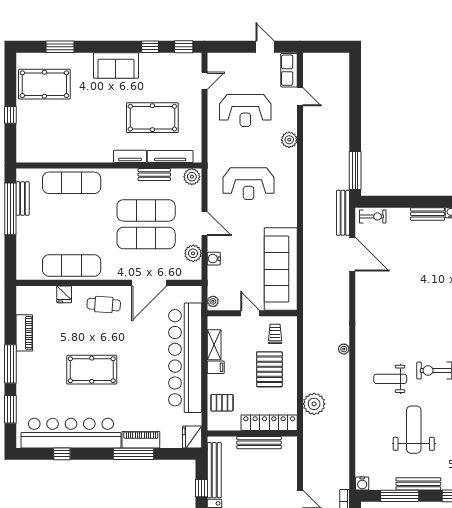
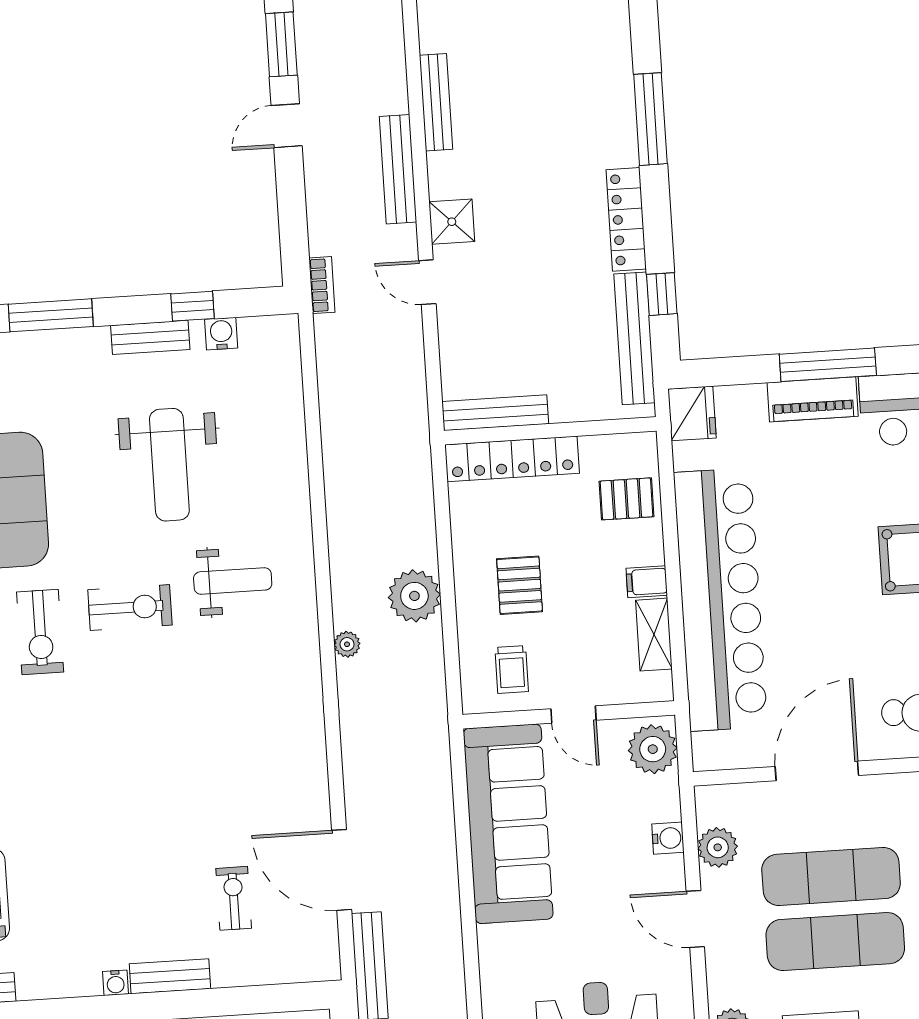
exercise bike: (373, 216) -> (234, 898), moved, turned 90
plant: (213, 301) -> (653, 749), width x1.88, depth x1.88
pallet: (269, 369) -> (520, 585), width x0.67, depth x0.71
plant: (314, 404) -> (414, 596), moved
bench: (259, 443) -> (495, 413), moved
water cooler: (362, 483) -> (221, 334), moved
bench: (418, 484) -> (150, 337), width x0.73
window: (400, 496) -> (192, 306), width x0.46

